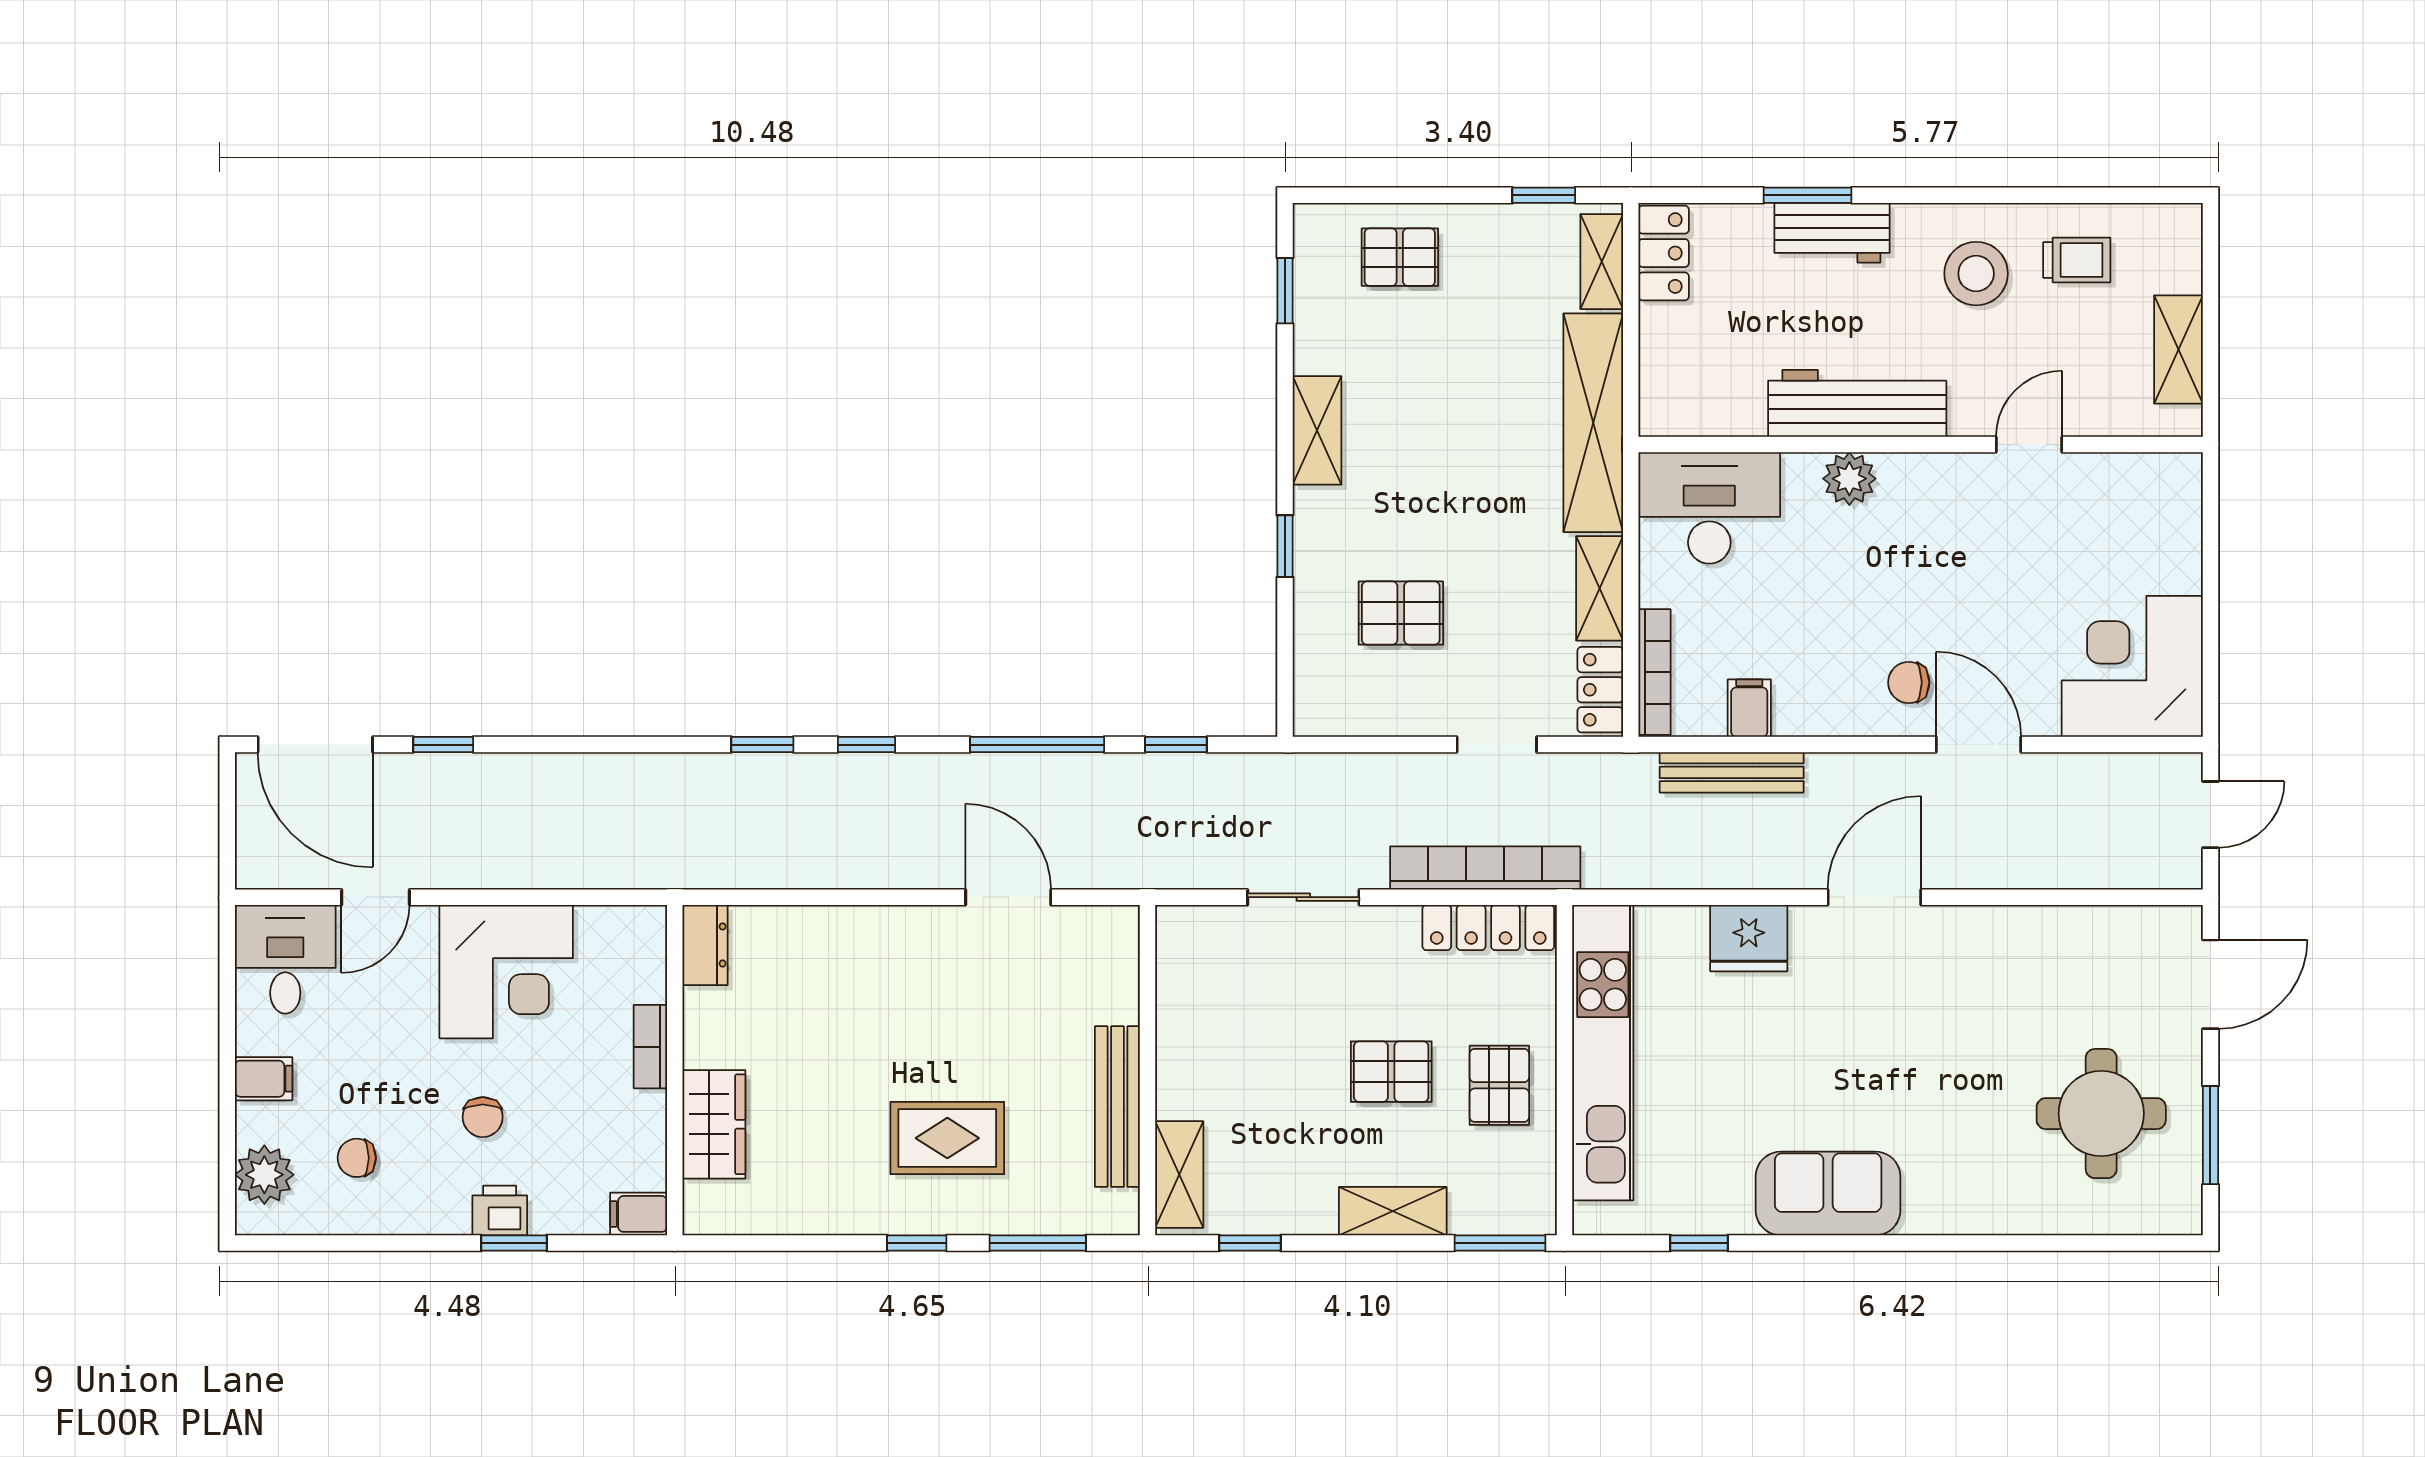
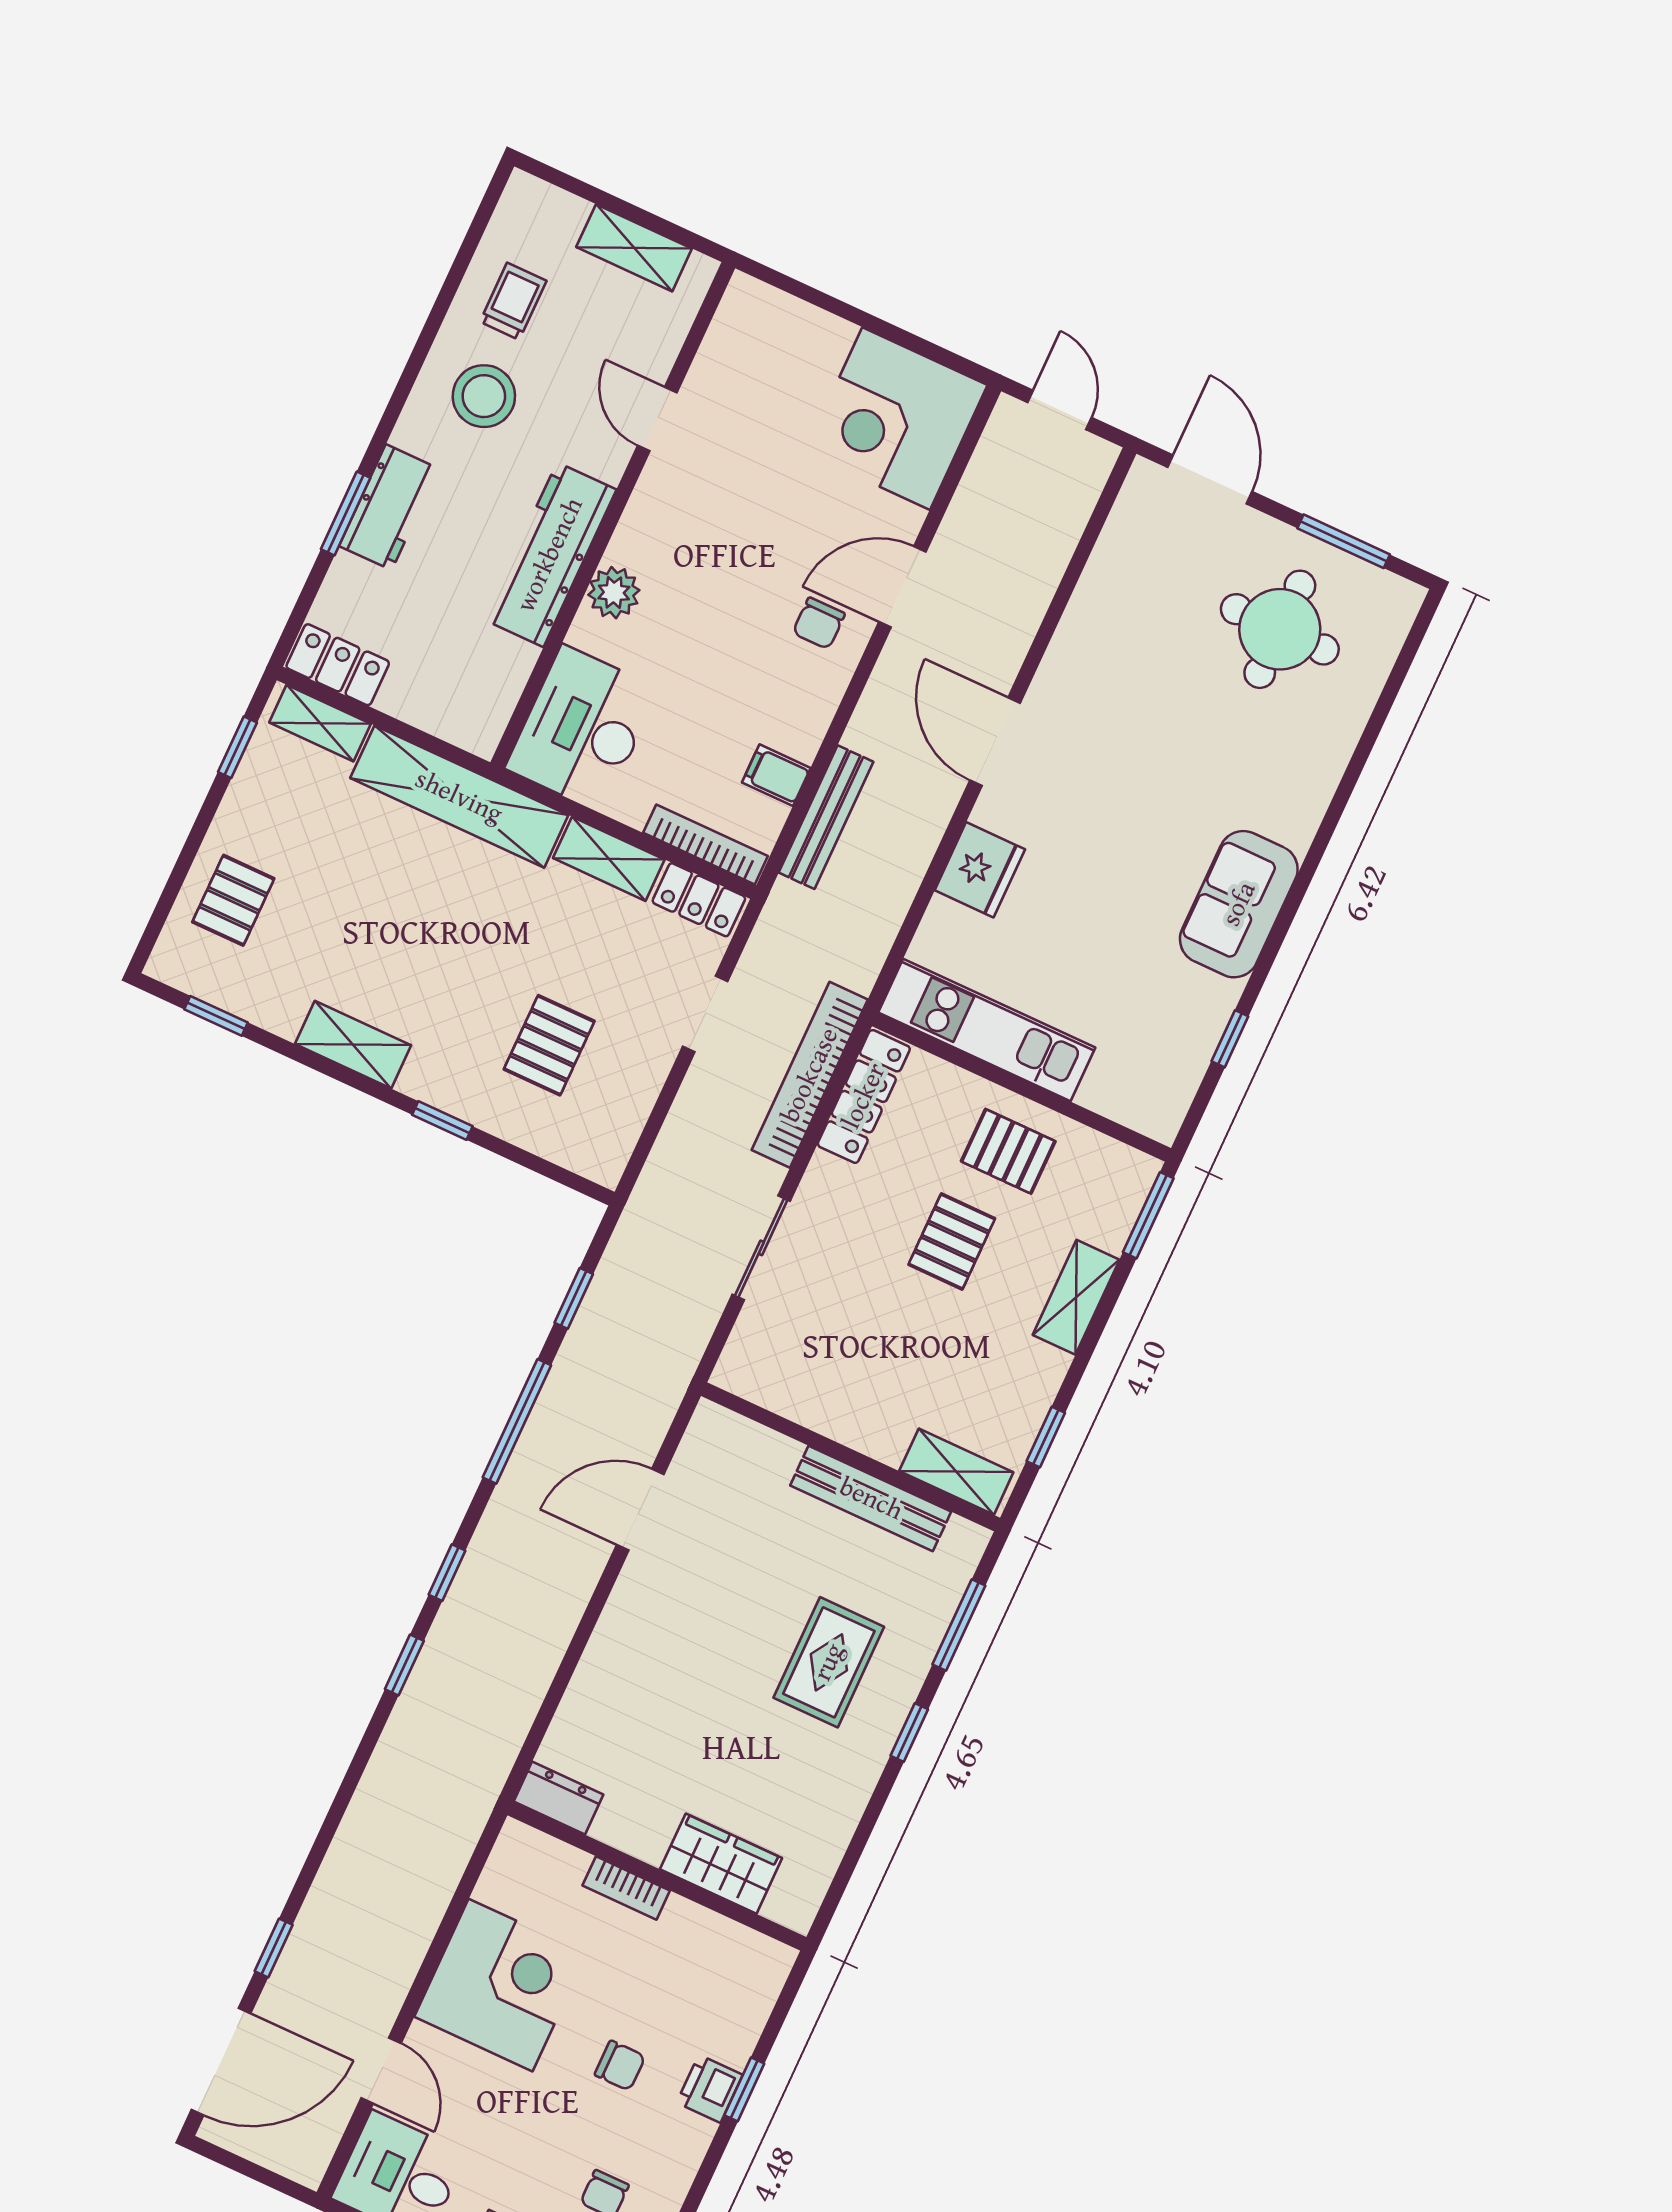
kitchen unit: (1603, 1053) -> (987, 1030), width x0.73
filing cabinet: (639, 1214) -> (770, 1967), removed

